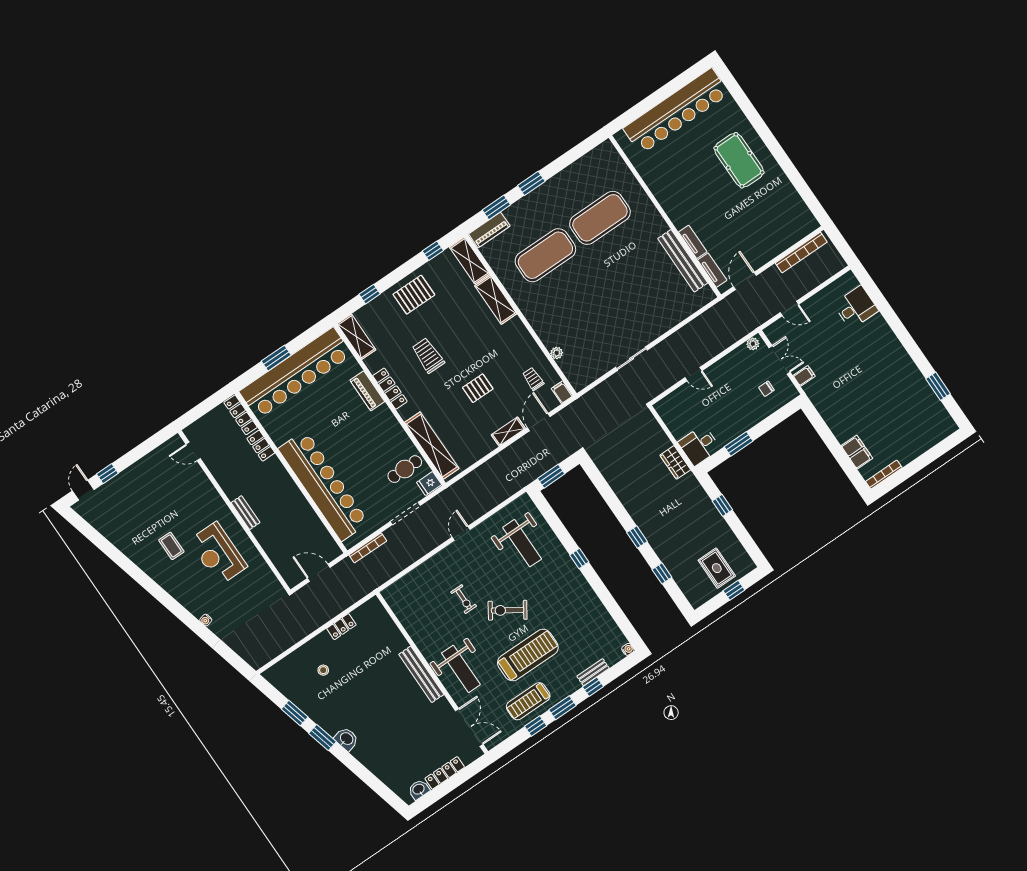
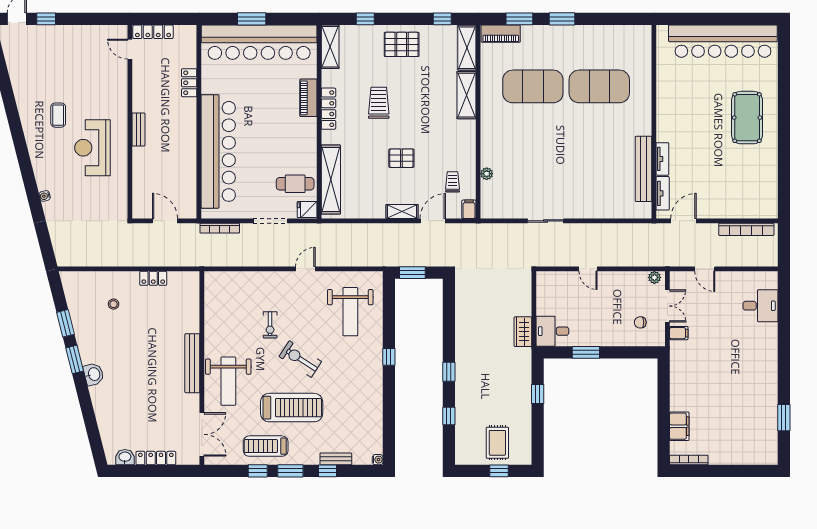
locker: (241, 415) -> (153, 32), moved, turned -90

